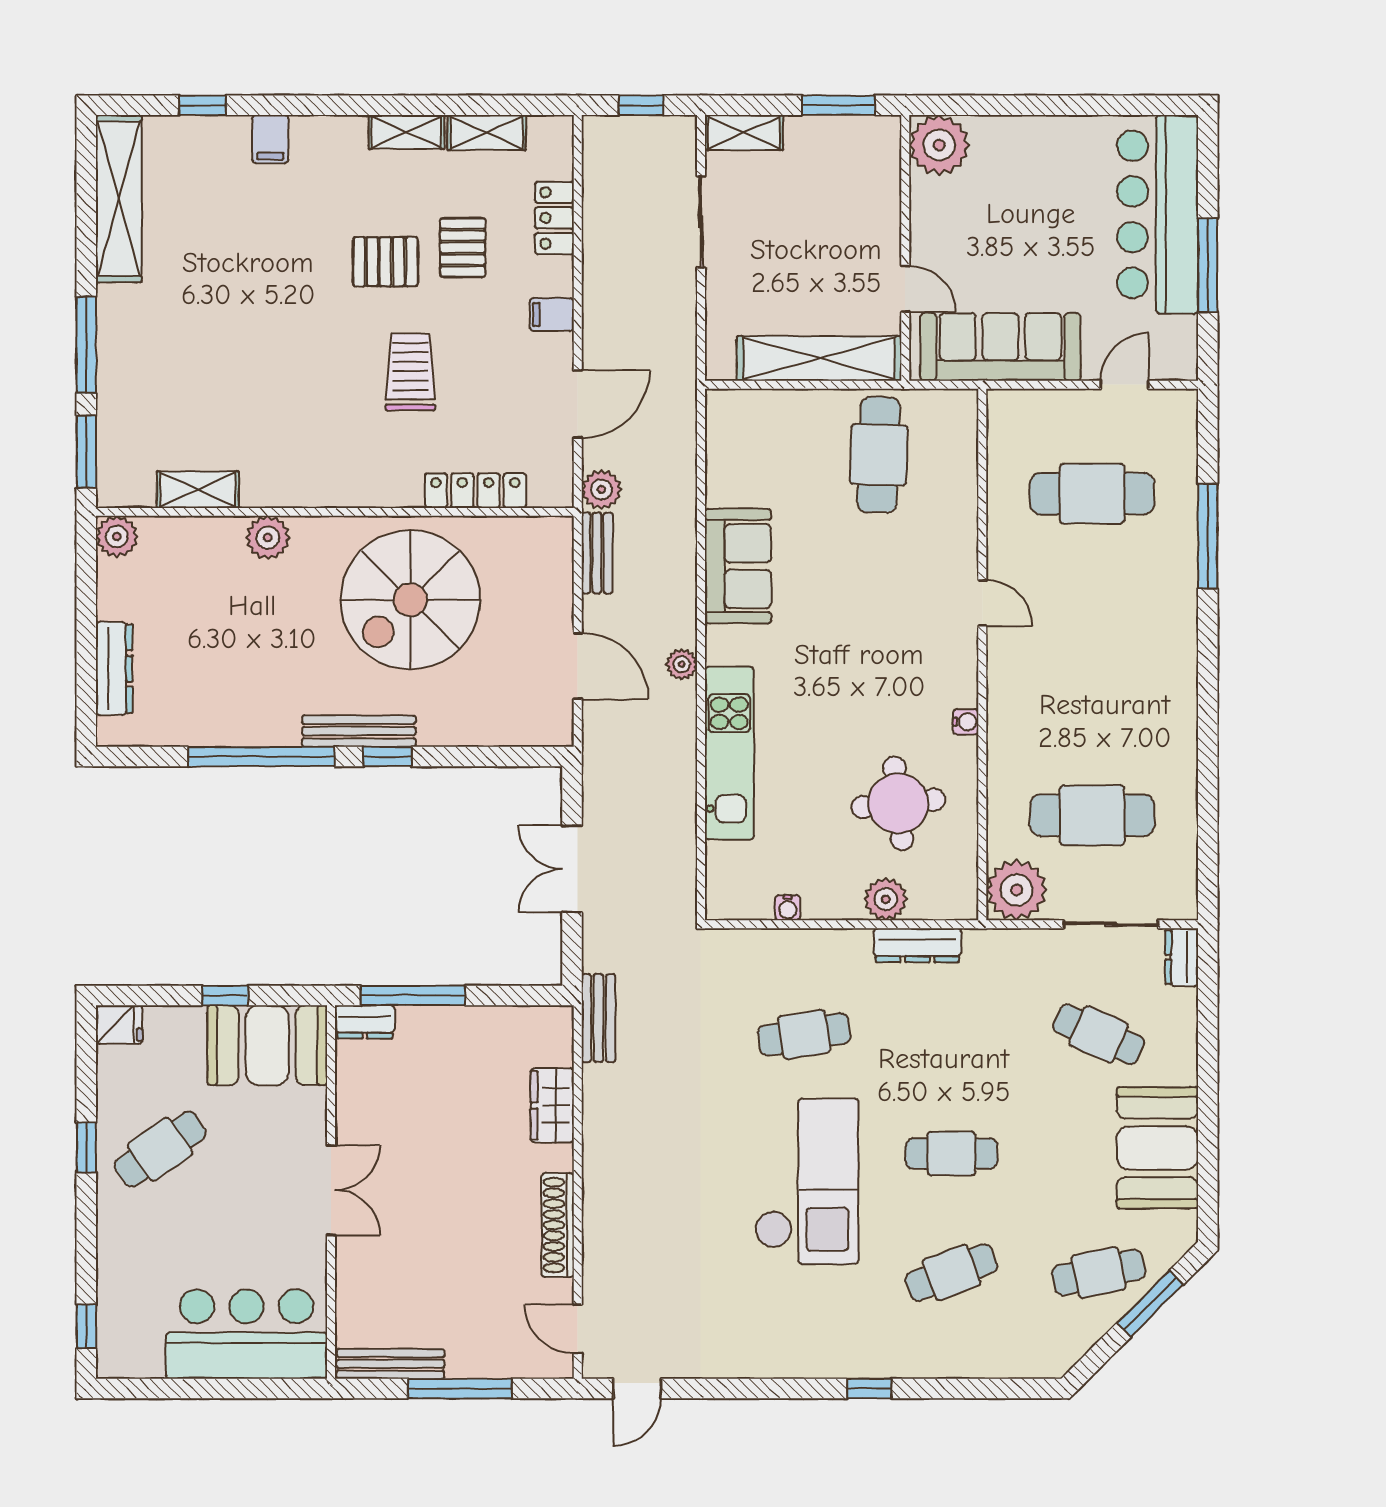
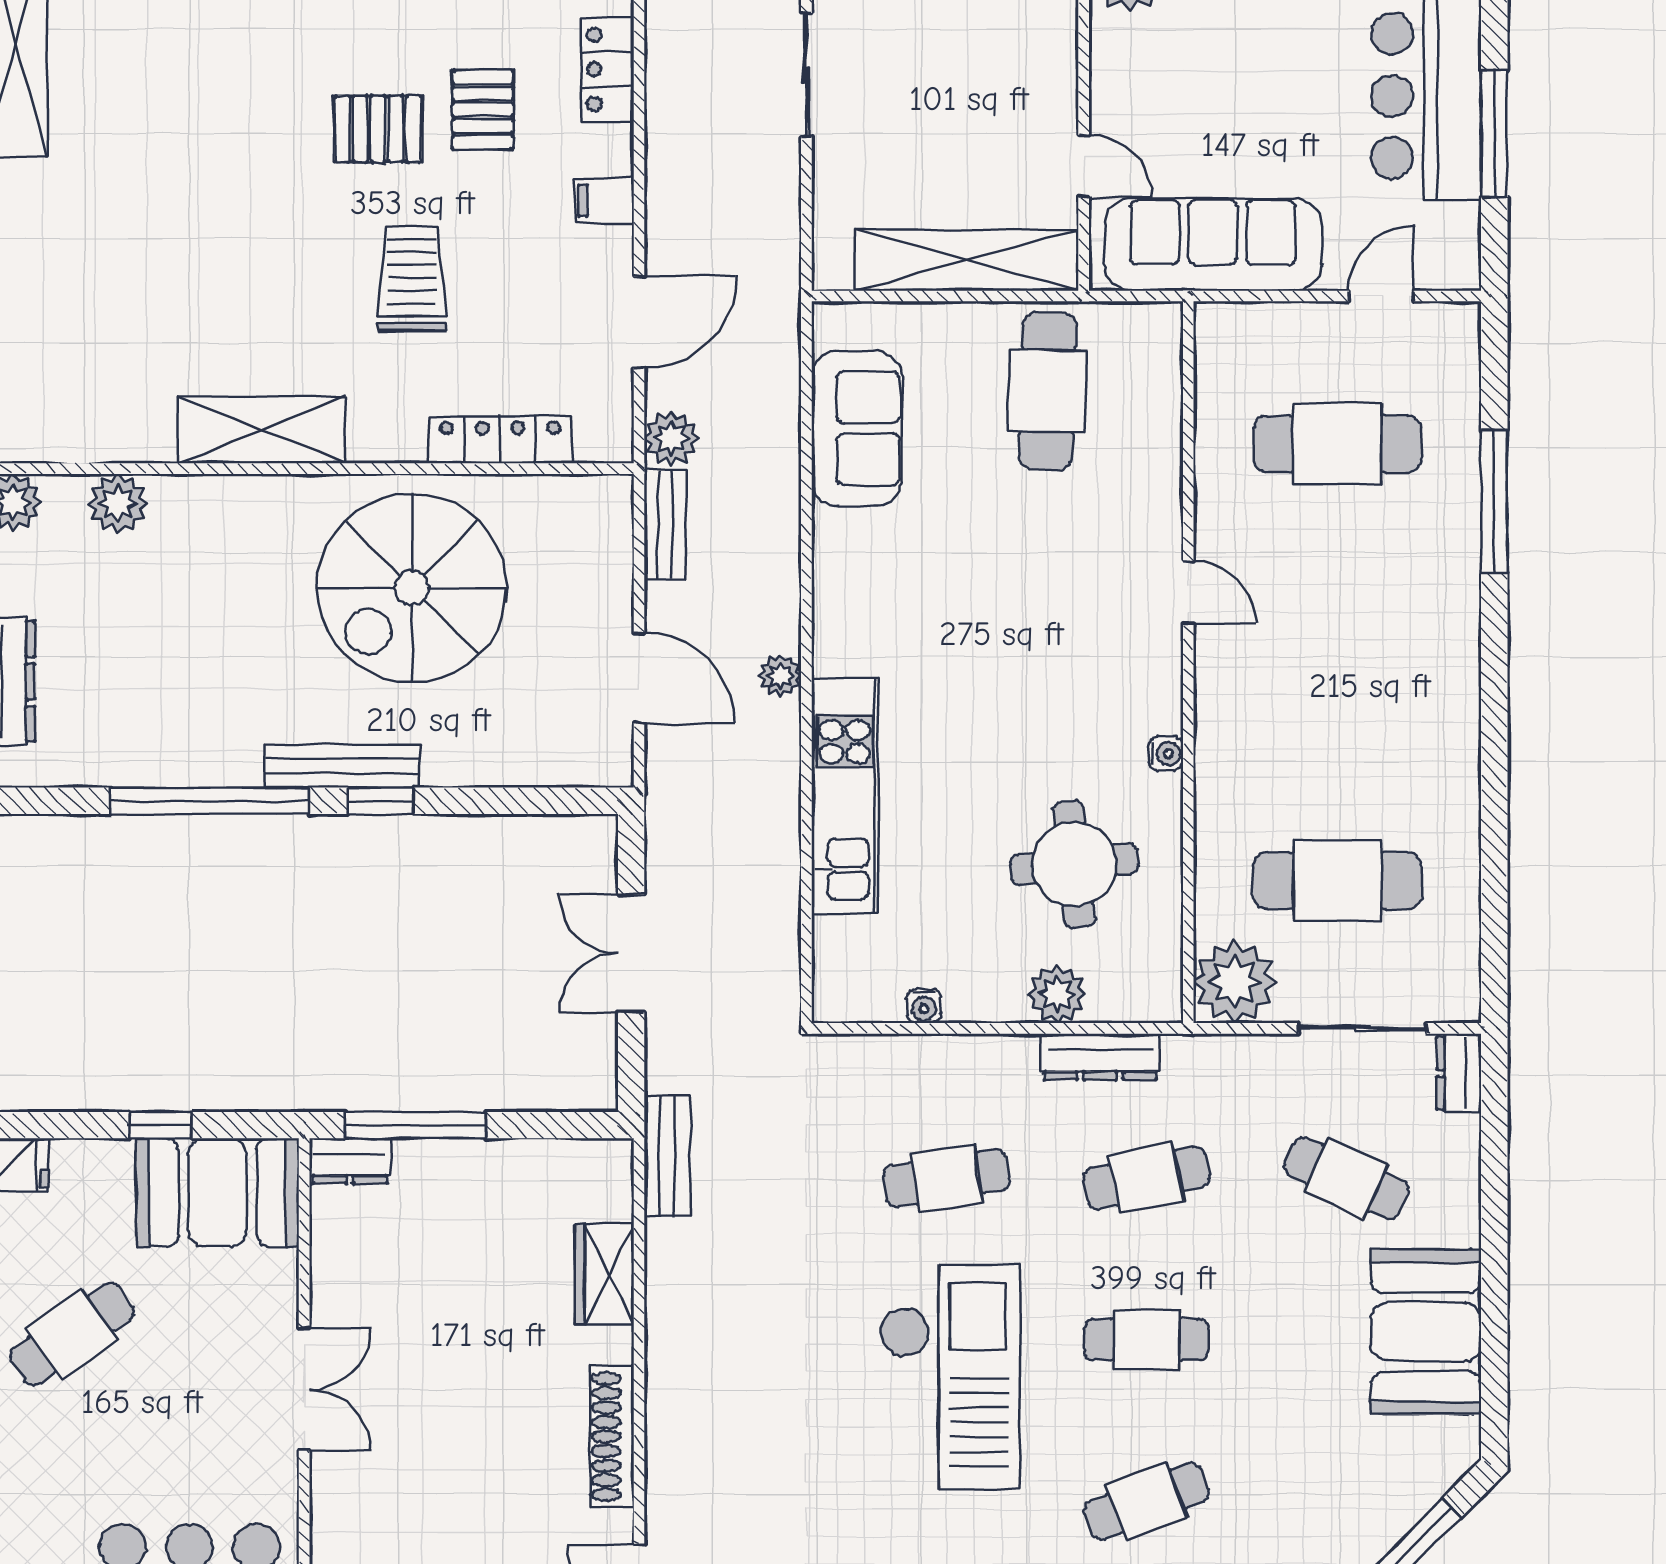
shelving: (198, 490) -> (261, 430), moved, width x1.50, depth x1.33
plant: (268, 538) -> (118, 504), moved
sofa: (738, 566) -> (857, 428), moved
cafe table: (1099, 1273) -> (1146, 1178), moved

